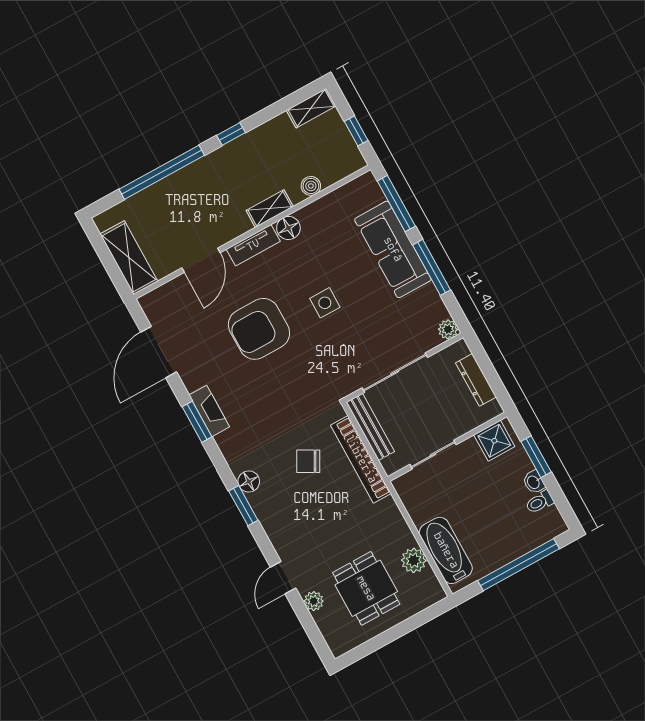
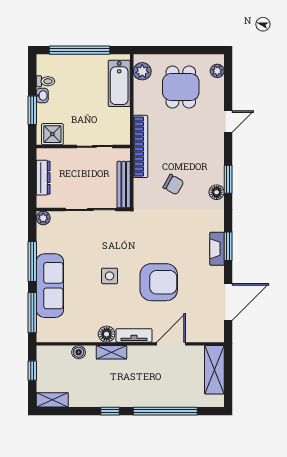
bookcase: (361, 459) -> (141, 146), moved
plant: (414, 560) -> (142, 71), moved
plant: (314, 601) -> (217, 71), moved

